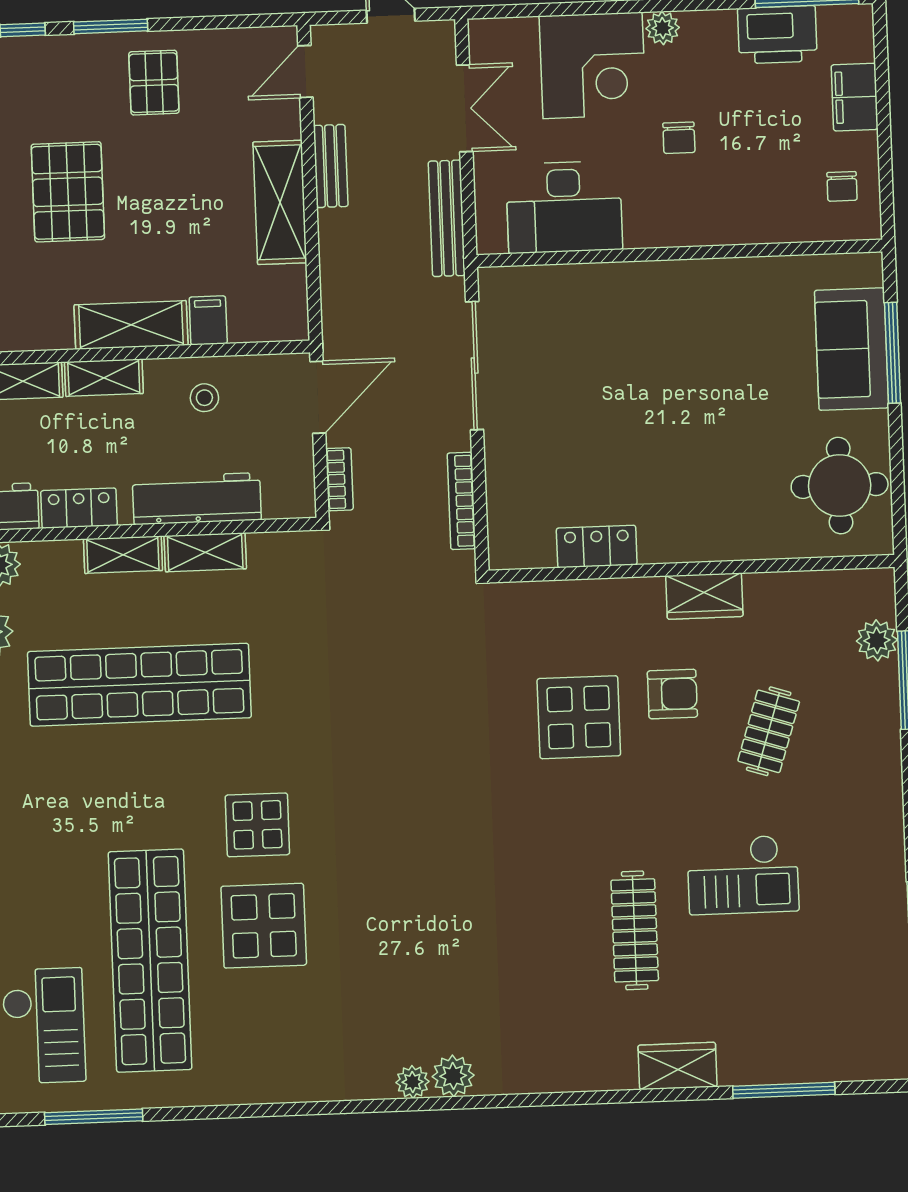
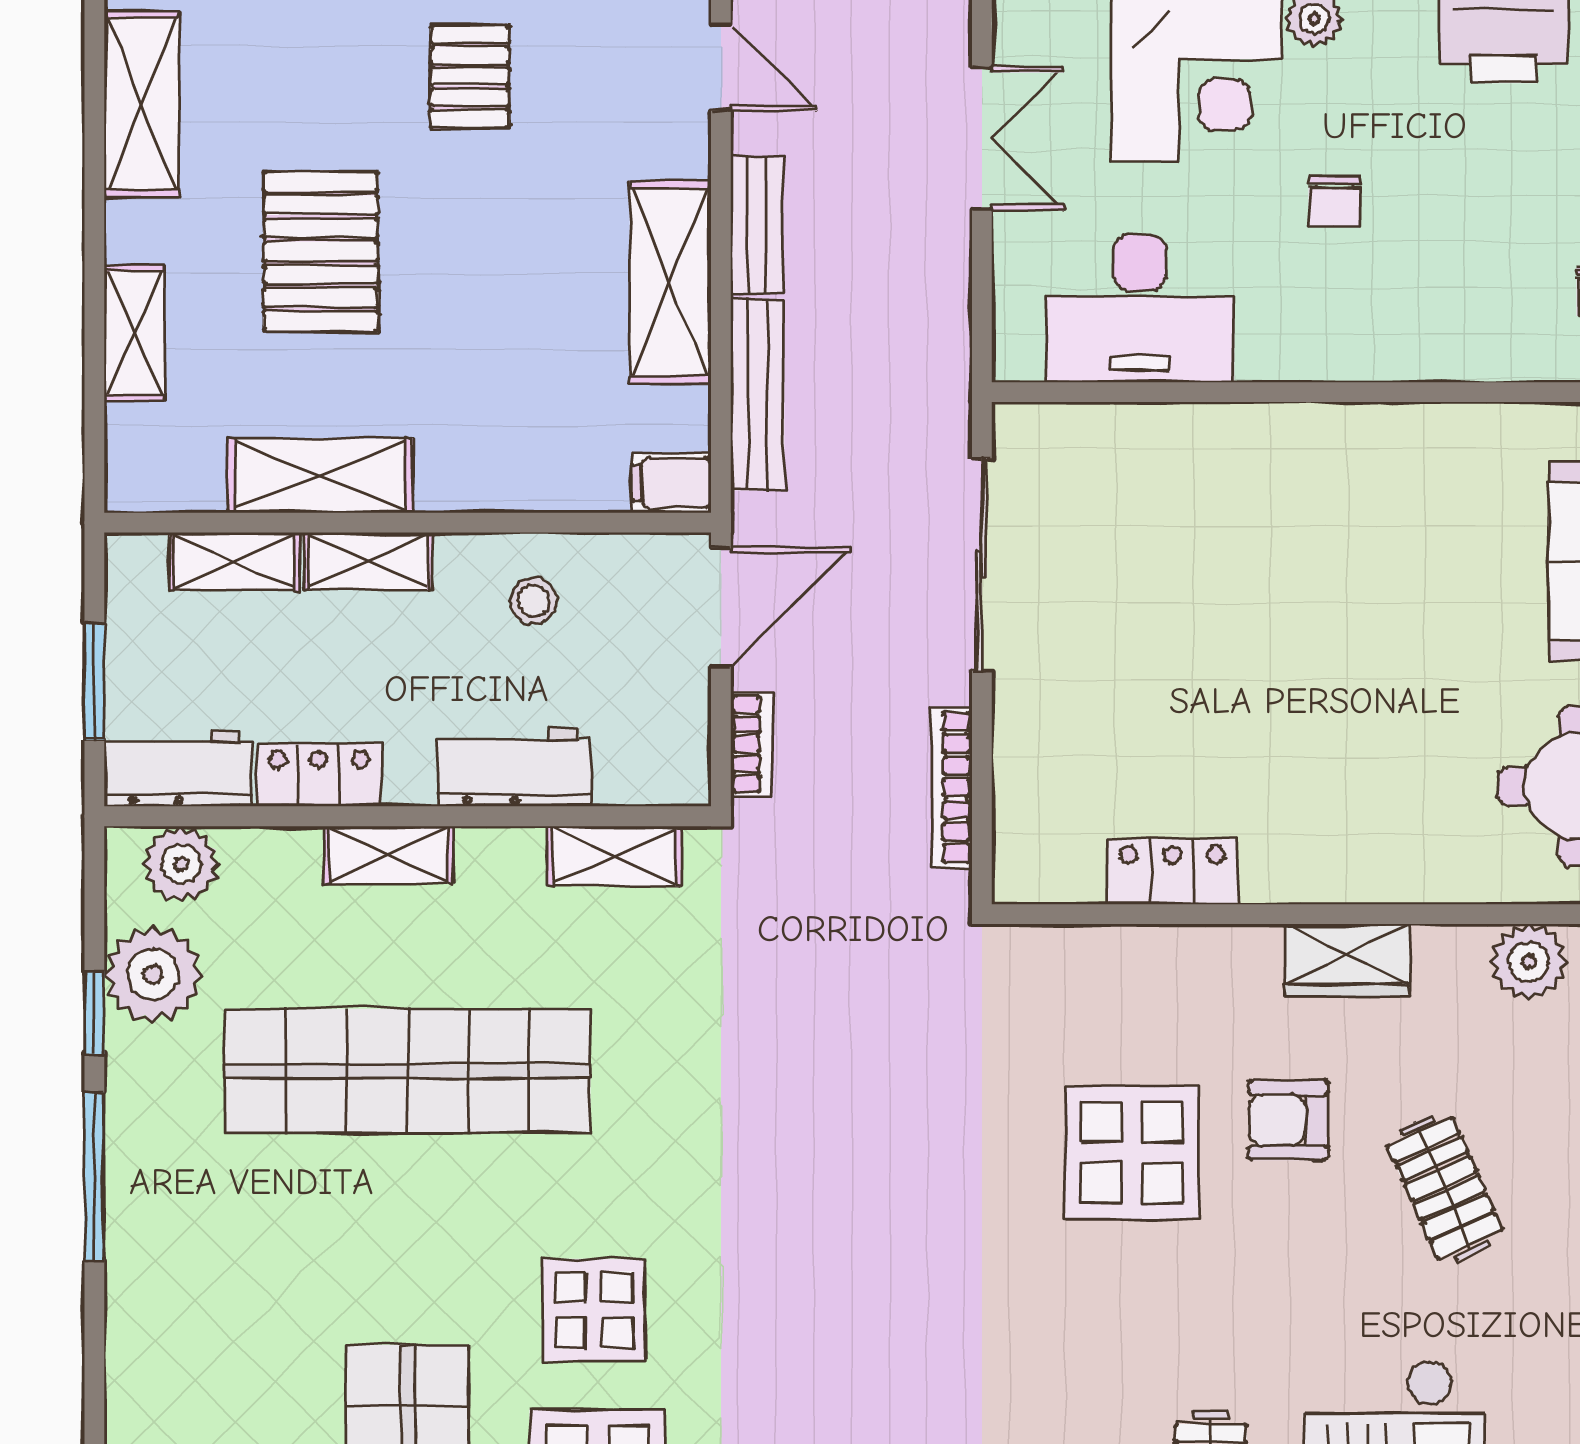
door: (305, 71) -> (721, 68), swing flipped
bench: (447, 218) -> (758, 395), moved
filing cabinet: (208, 320) -> (671, 483), moved, turned -90
shelving: (131, 325) -> (320, 476), moved
workbench: (197, 499) -> (514, 767), width x0.73
shelving: (205, 552) -> (614, 856), moved
plant: (814, 593) -> (1529, 962), added
armchair: (672, 694) -> (1288, 1120), turned 180
clothes rail: (769, 731) -> (1445, 1188), turned -42

